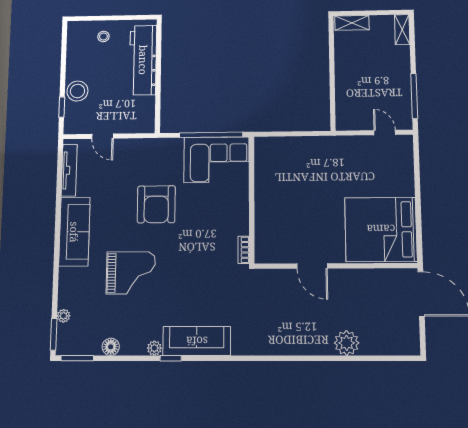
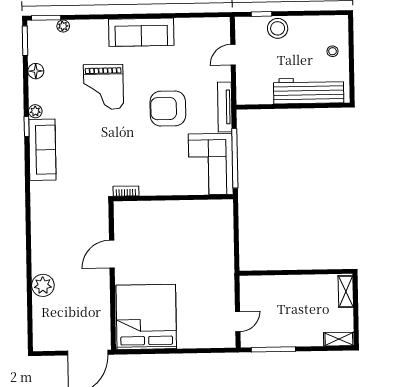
tv unit: (69, 170) -> (225, 107), moved, turned 90

